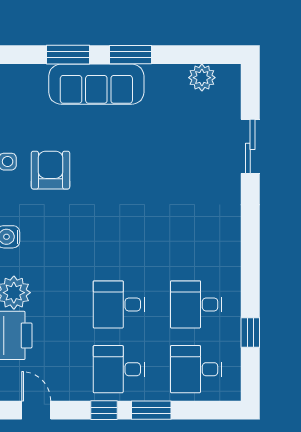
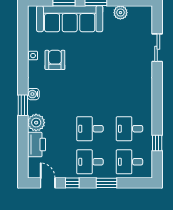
plant: (202, 78) -> (120, 13), moved
sofa: (96, 84) -> (70, 19), width x1.36, depth x1.27
window: (104, 410) -> (72, 183), moved

